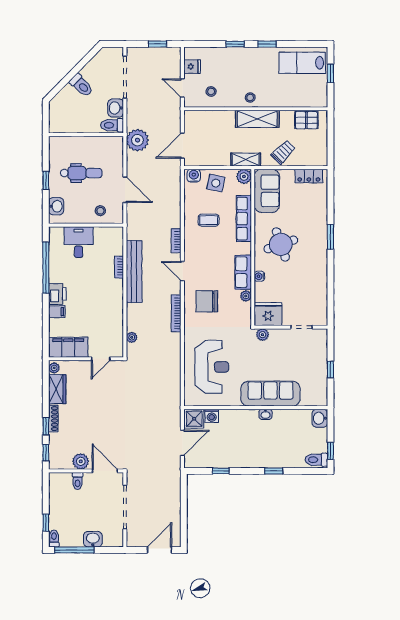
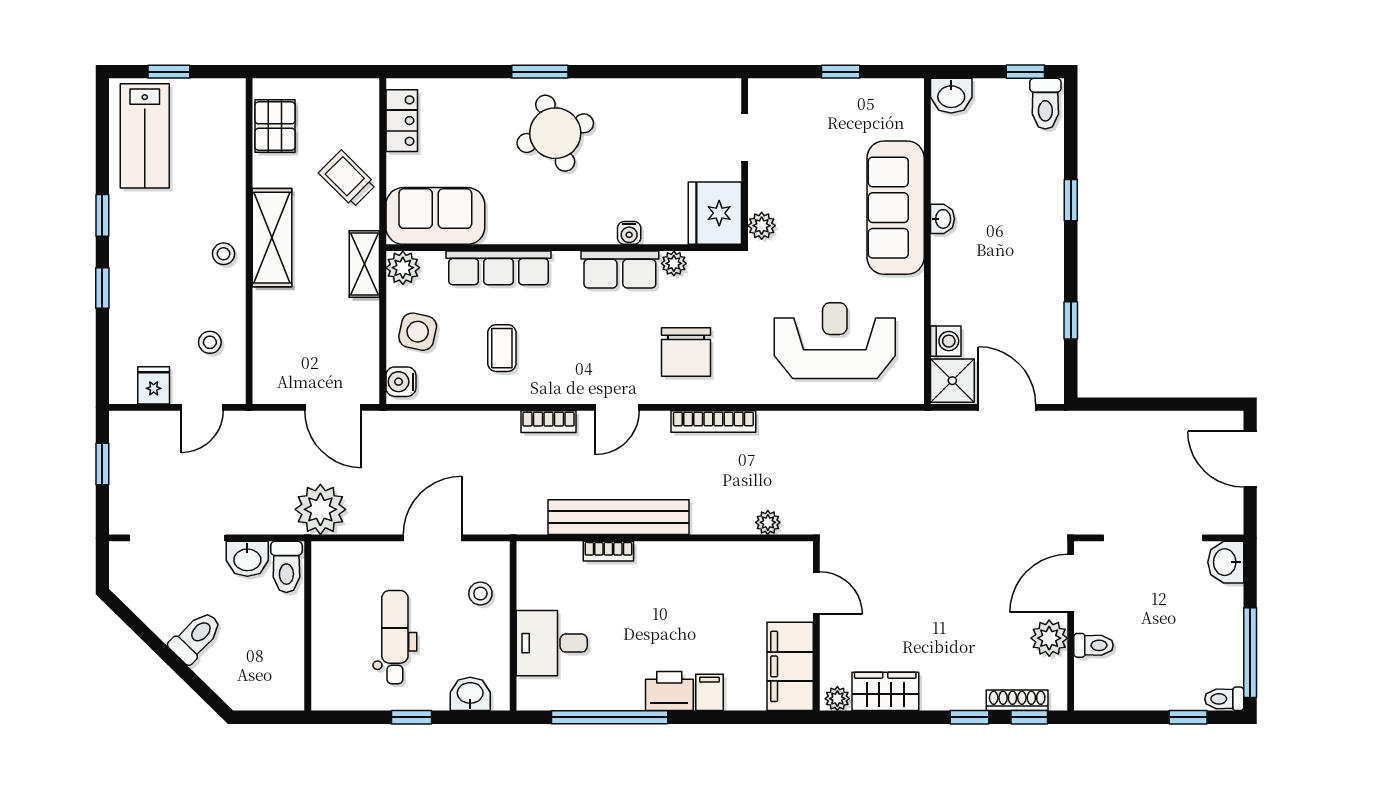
round table: (281, 244) -> (555, 133), moved
shoe rack: (53, 419) -> (1017, 700), moved
washbasin: (93, 539) -> (1226, 562), moved

